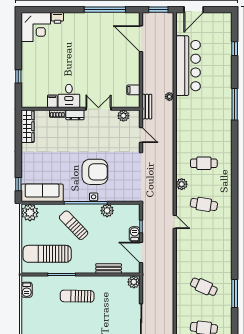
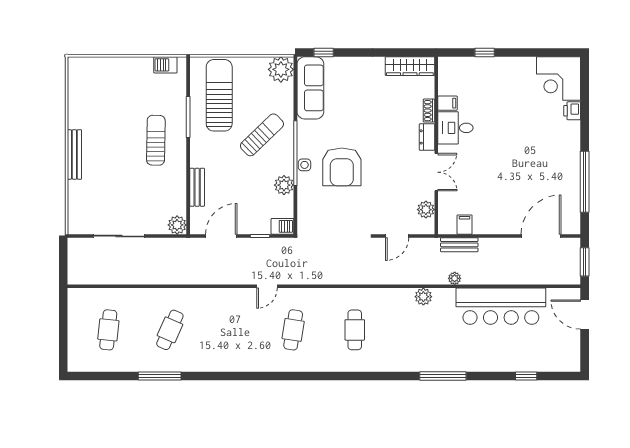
bench: (147, 107) -> (459, 245), moved
plant: (182, 184) -> (423, 297), moved
barbecue: (135, 234) -> (282, 226), moved

